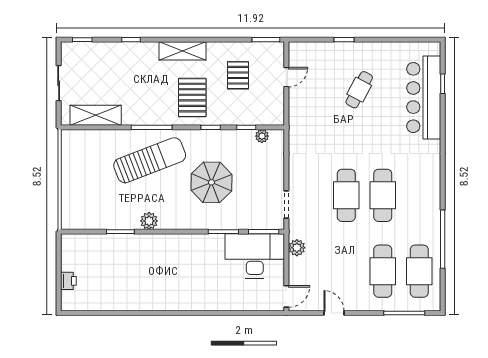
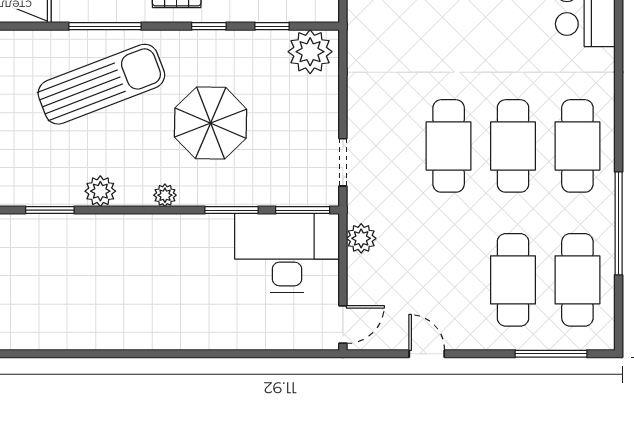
plant: (262, 136) -> (310, 52), width x1.87, depth x1.87
cafe table: (419, 195) -> (577, 146), added
plant: (186, 223) -> (165, 195), added

